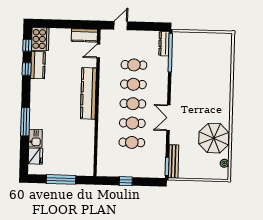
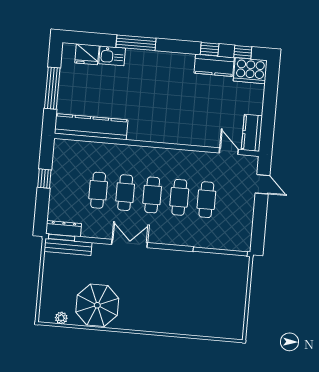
dresser: (164, 44) -> (63, 229), moved
kitchen counter: (88, 93) -> (91, 127), moved

